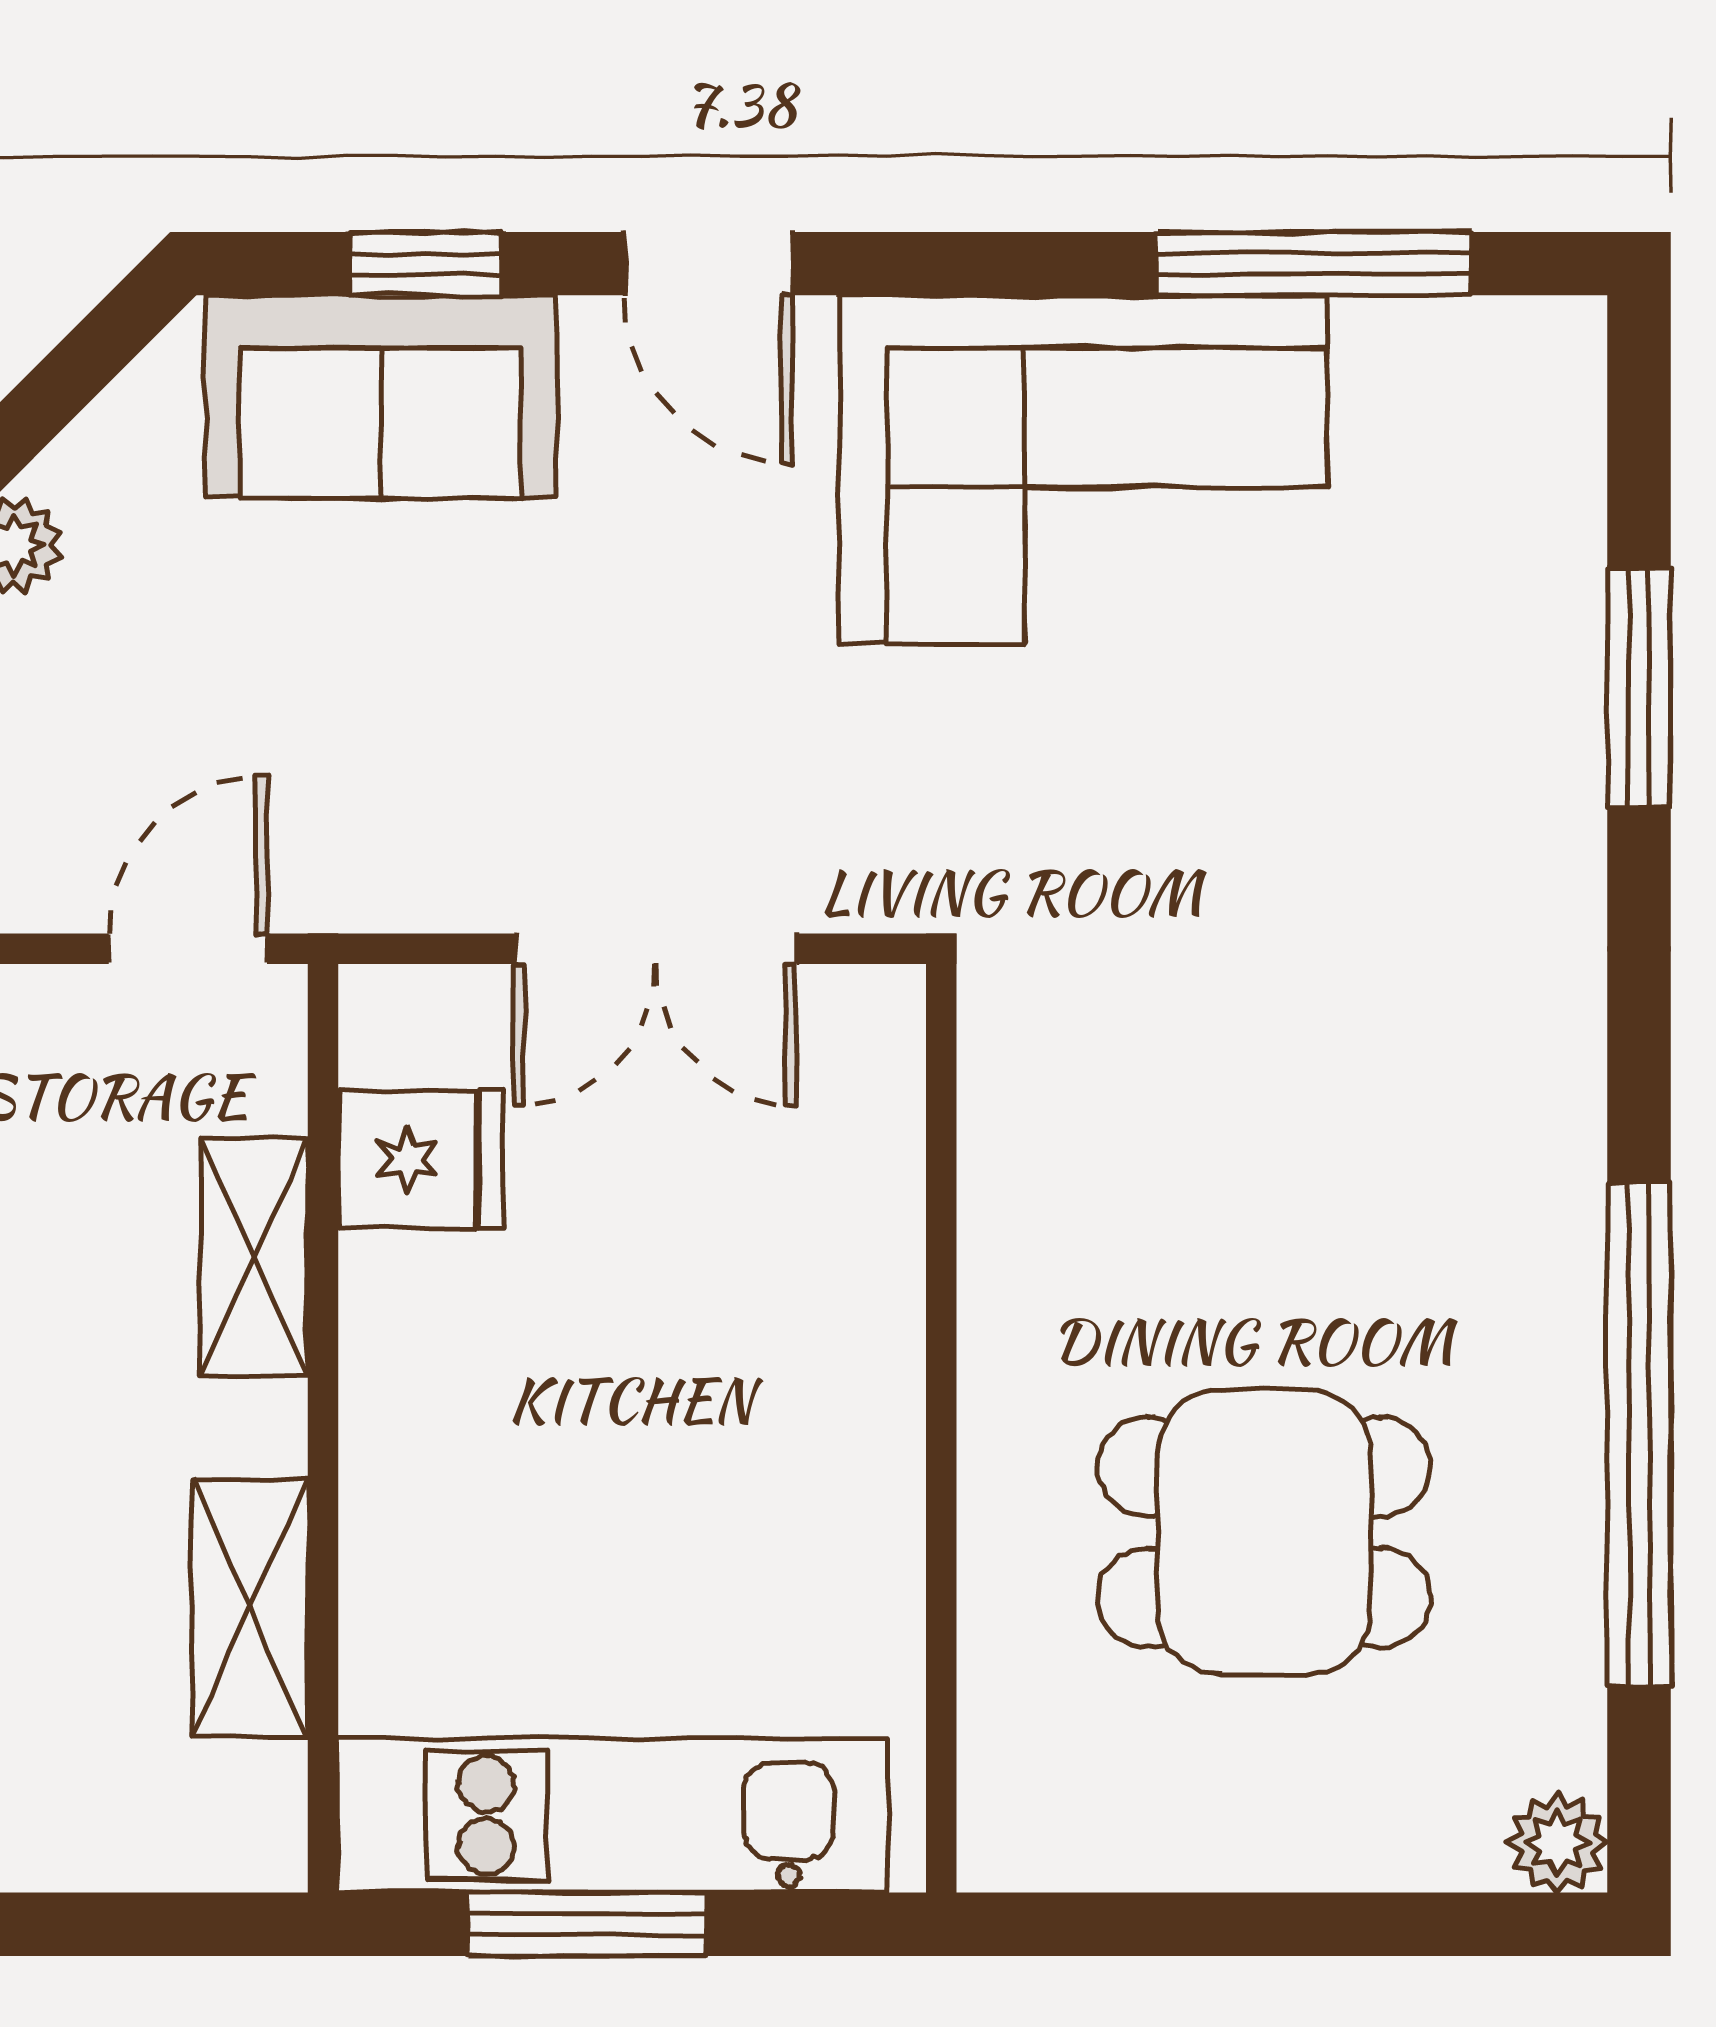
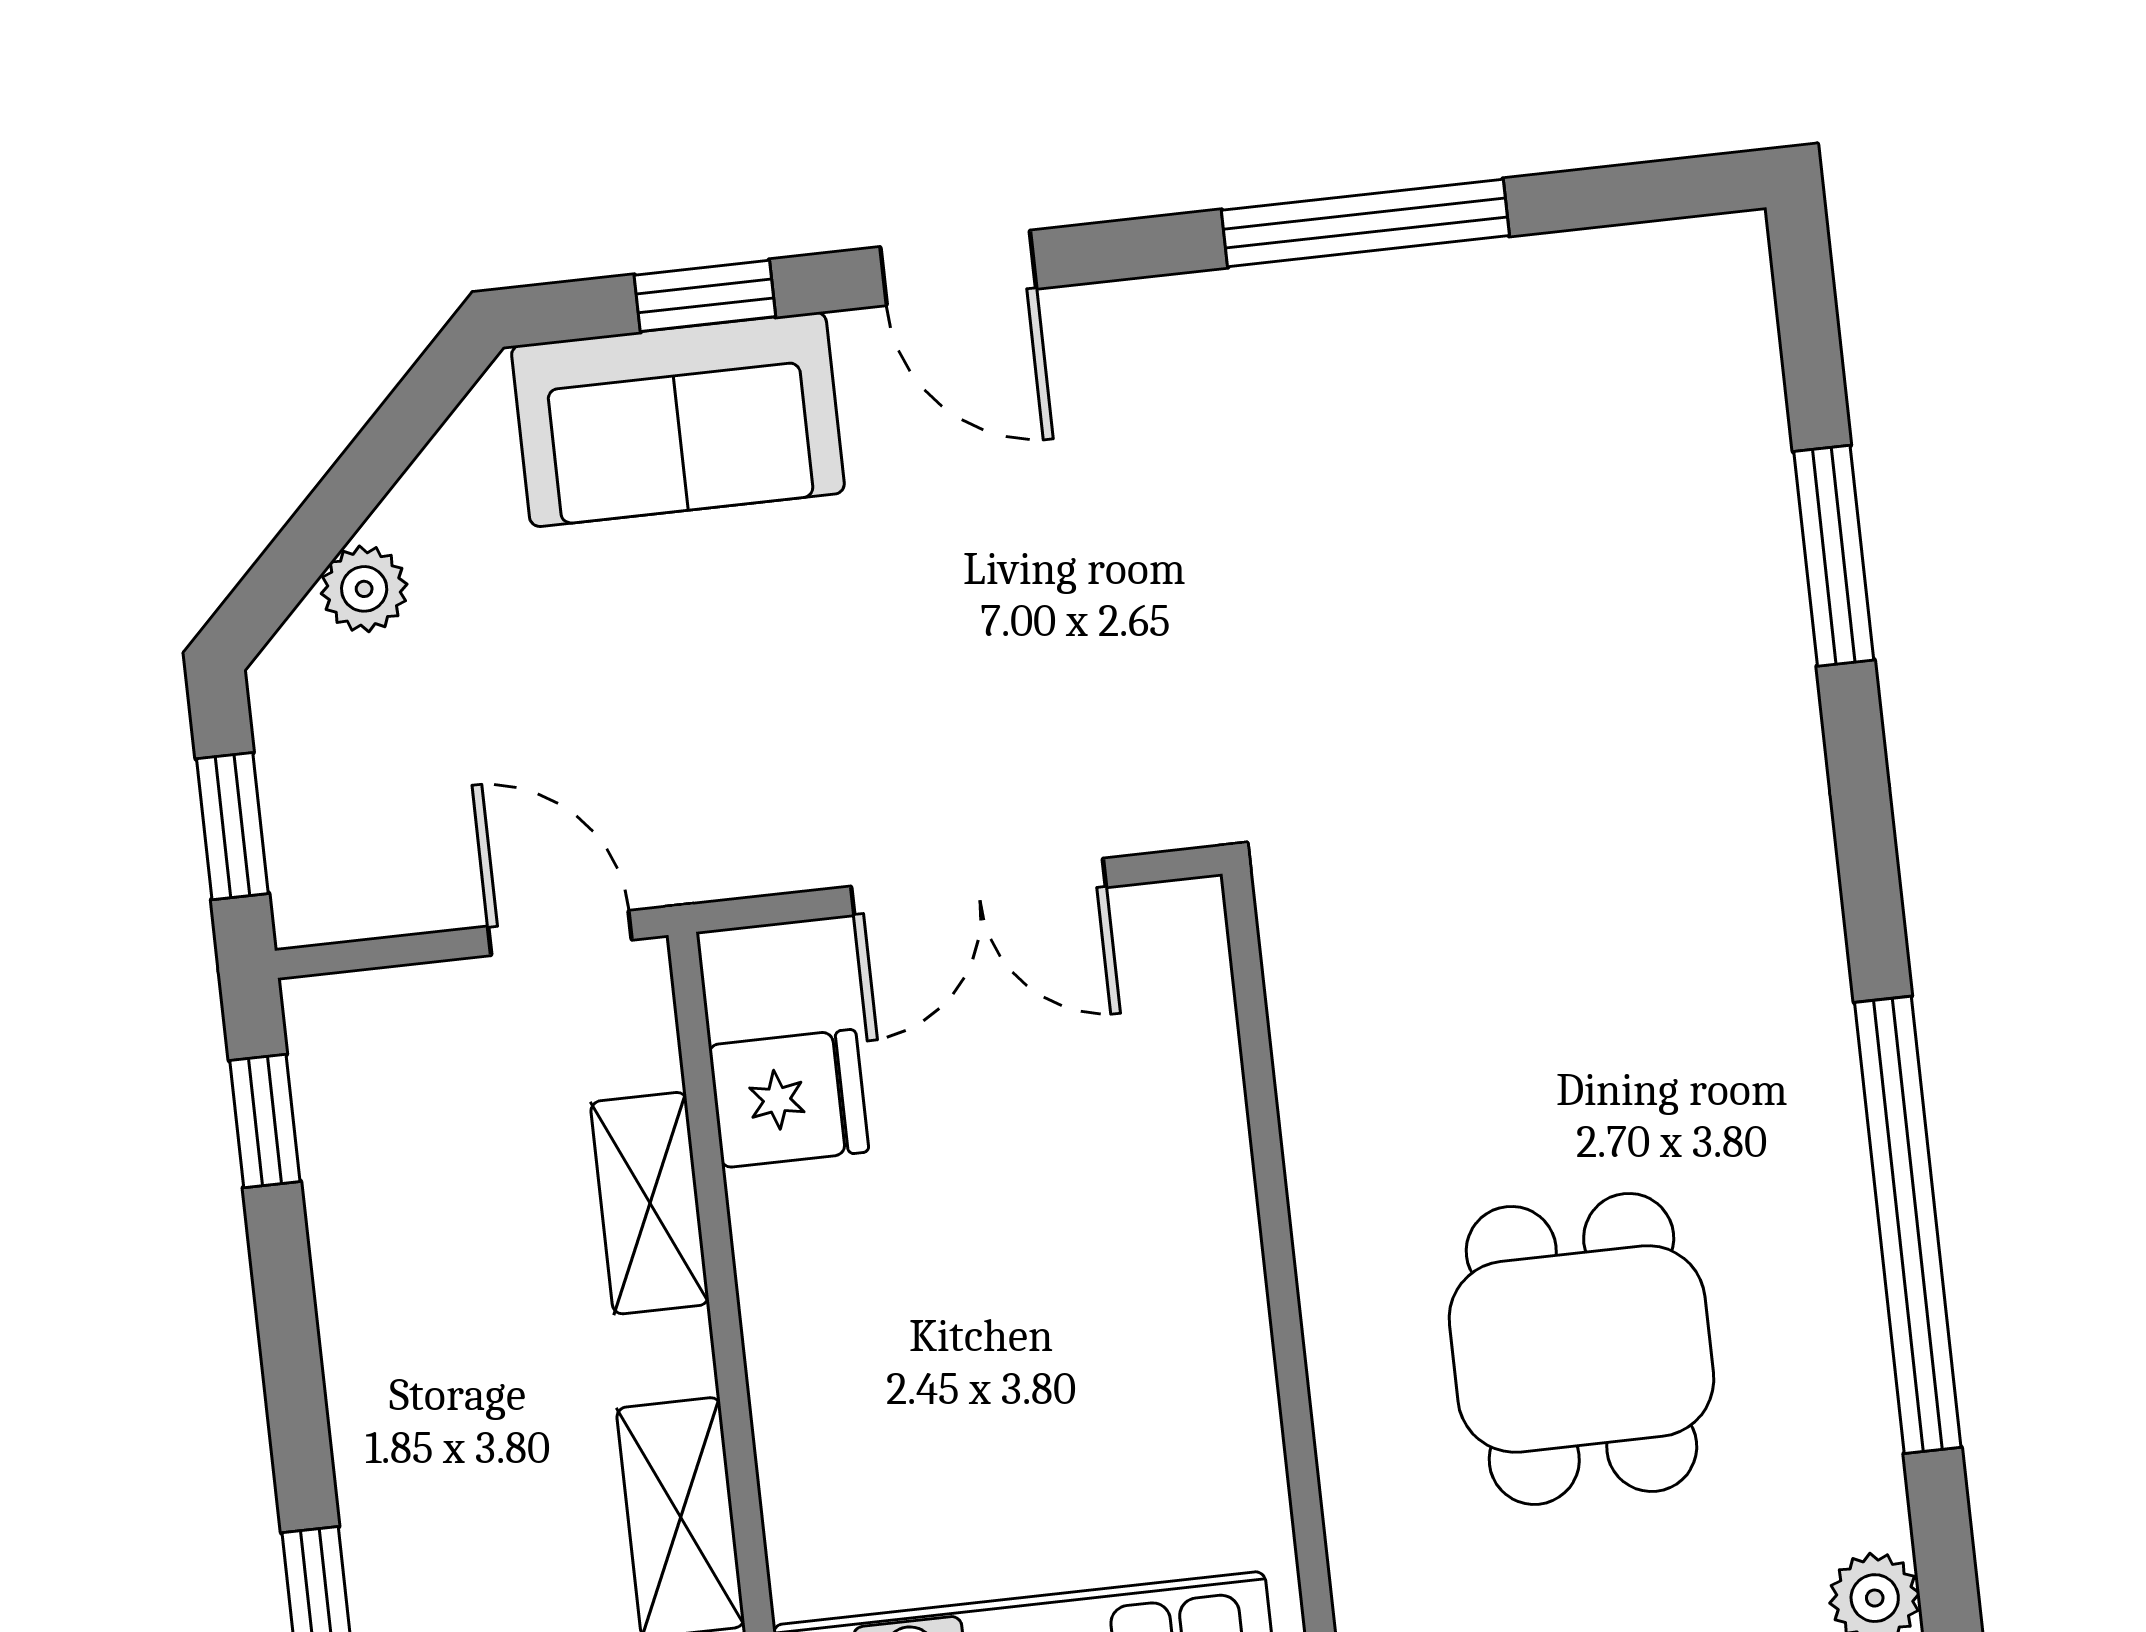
window: (1314, 264) -> (1365, 223), moved
corner sofa: (1083, 469) -> (1314, 415), removed
door: (188, 949) -> (560, 933), hinge flipped
dining table: (1264, 1532) -> (1581, 1349), turned 90

